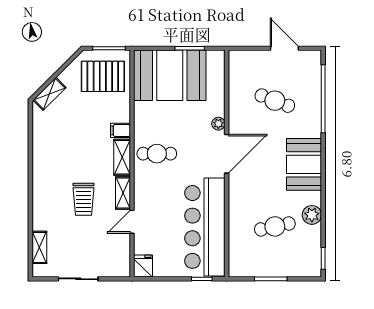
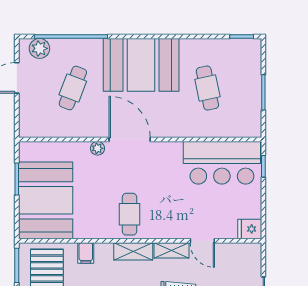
filing cabinet: (120, 130) -> (86, 253), moved
booth: (304, 164) -> (141, 65), width x1.36, depth x1.42
plant: (312, 215) -> (39, 48), moved
bar counter: (205, 227) -> (222, 163), width x0.73

